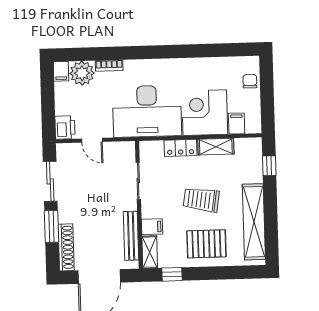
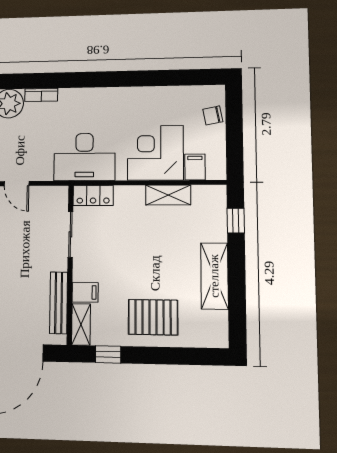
chair: (250, 81) -> (213, 115), turned -101
desk: (147, 111) -> (84, 157), width x0.73, depth x0.77
locker: (181, 148) -> (93, 196), moved
trolley: (201, 200) -> (148, 261), removed
shelving: (254, 222) -> (214, 276), width x0.68

